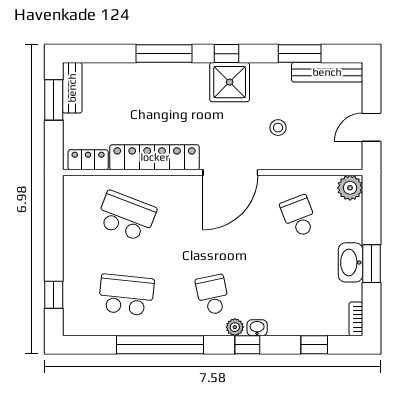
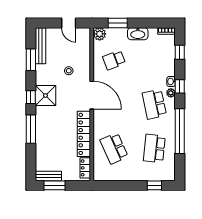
school desk: (126, 216) -> (114, 148), turned -45
window: (371, 264) -> (118, 23), moved
school desk: (213, 295) -> (154, 104), width x1.85

